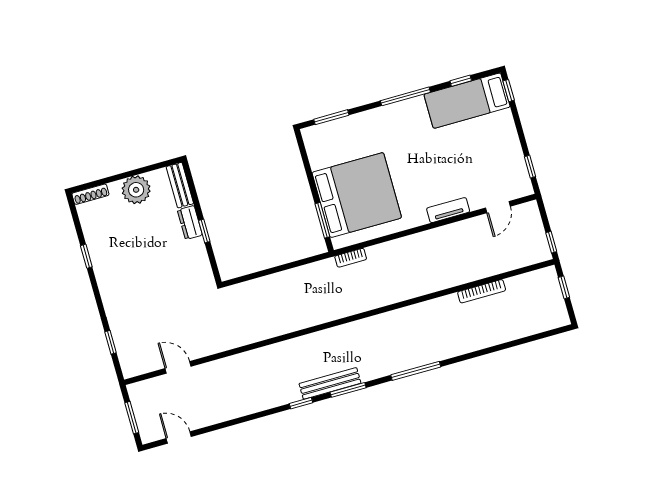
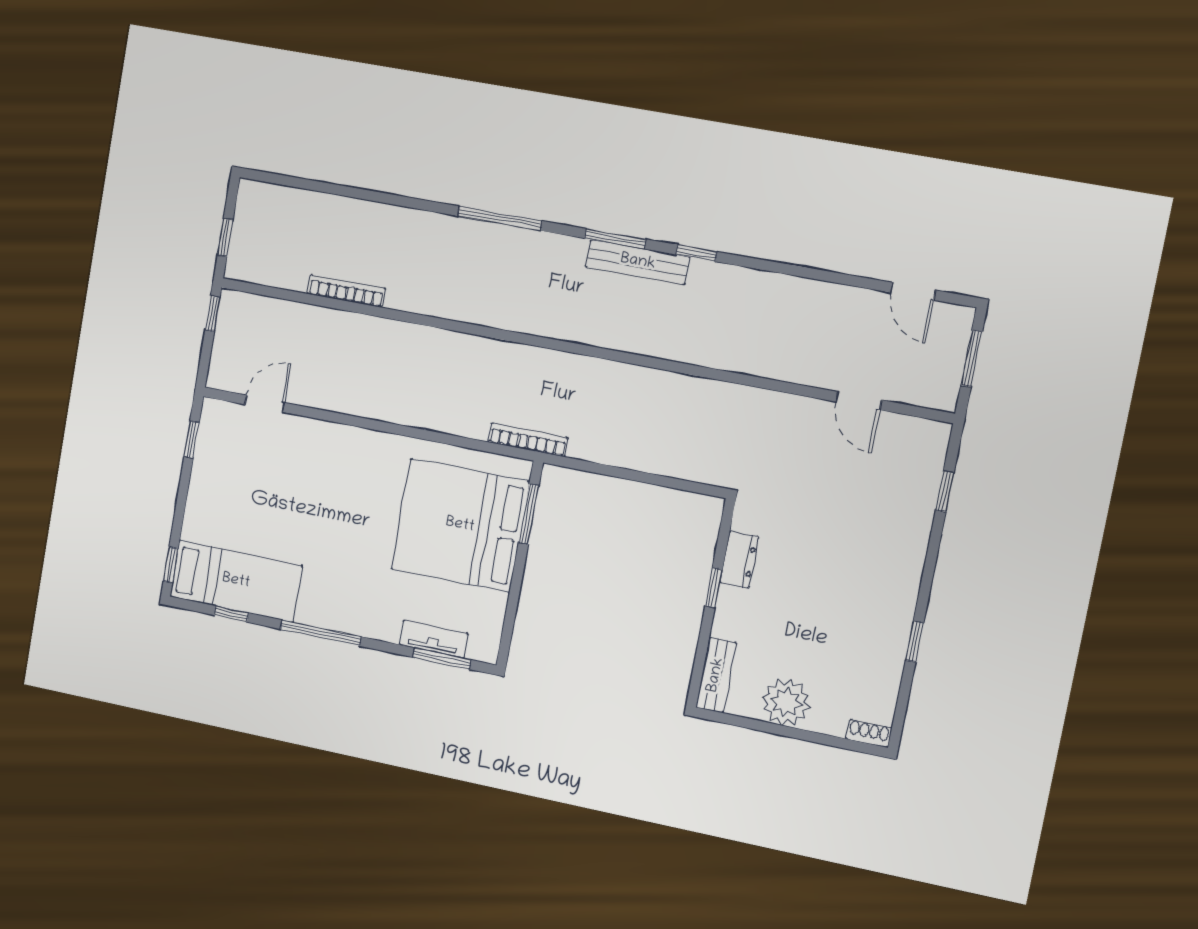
shoe rack: (90, 194) -> (869, 733), width x0.70
tv unit: (448, 210) -> (433, 639), moved, turned 180
dresser: (190, 223) -> (739, 560), moved
bookcase: (351, 258) -> (528, 440), width x1.56

